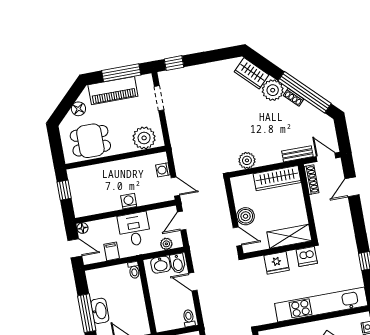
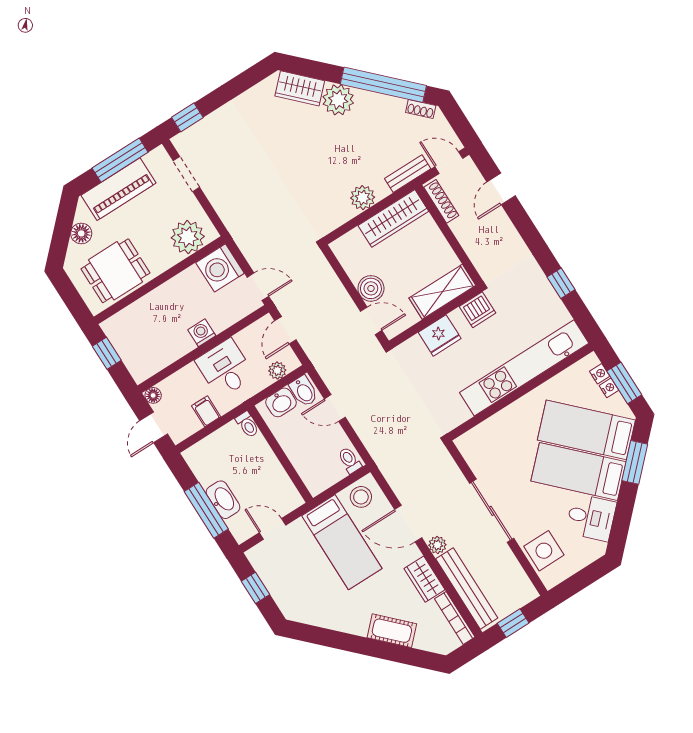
shoe rack: (294, 97) -> (421, 109), moved
plant: (247, 160) -> (363, 198), moved
washing machine: (163, 170) -> (220, 268), width x1.89, depth x1.89
door: (75, 248) -> (154, 427), swing flipped

